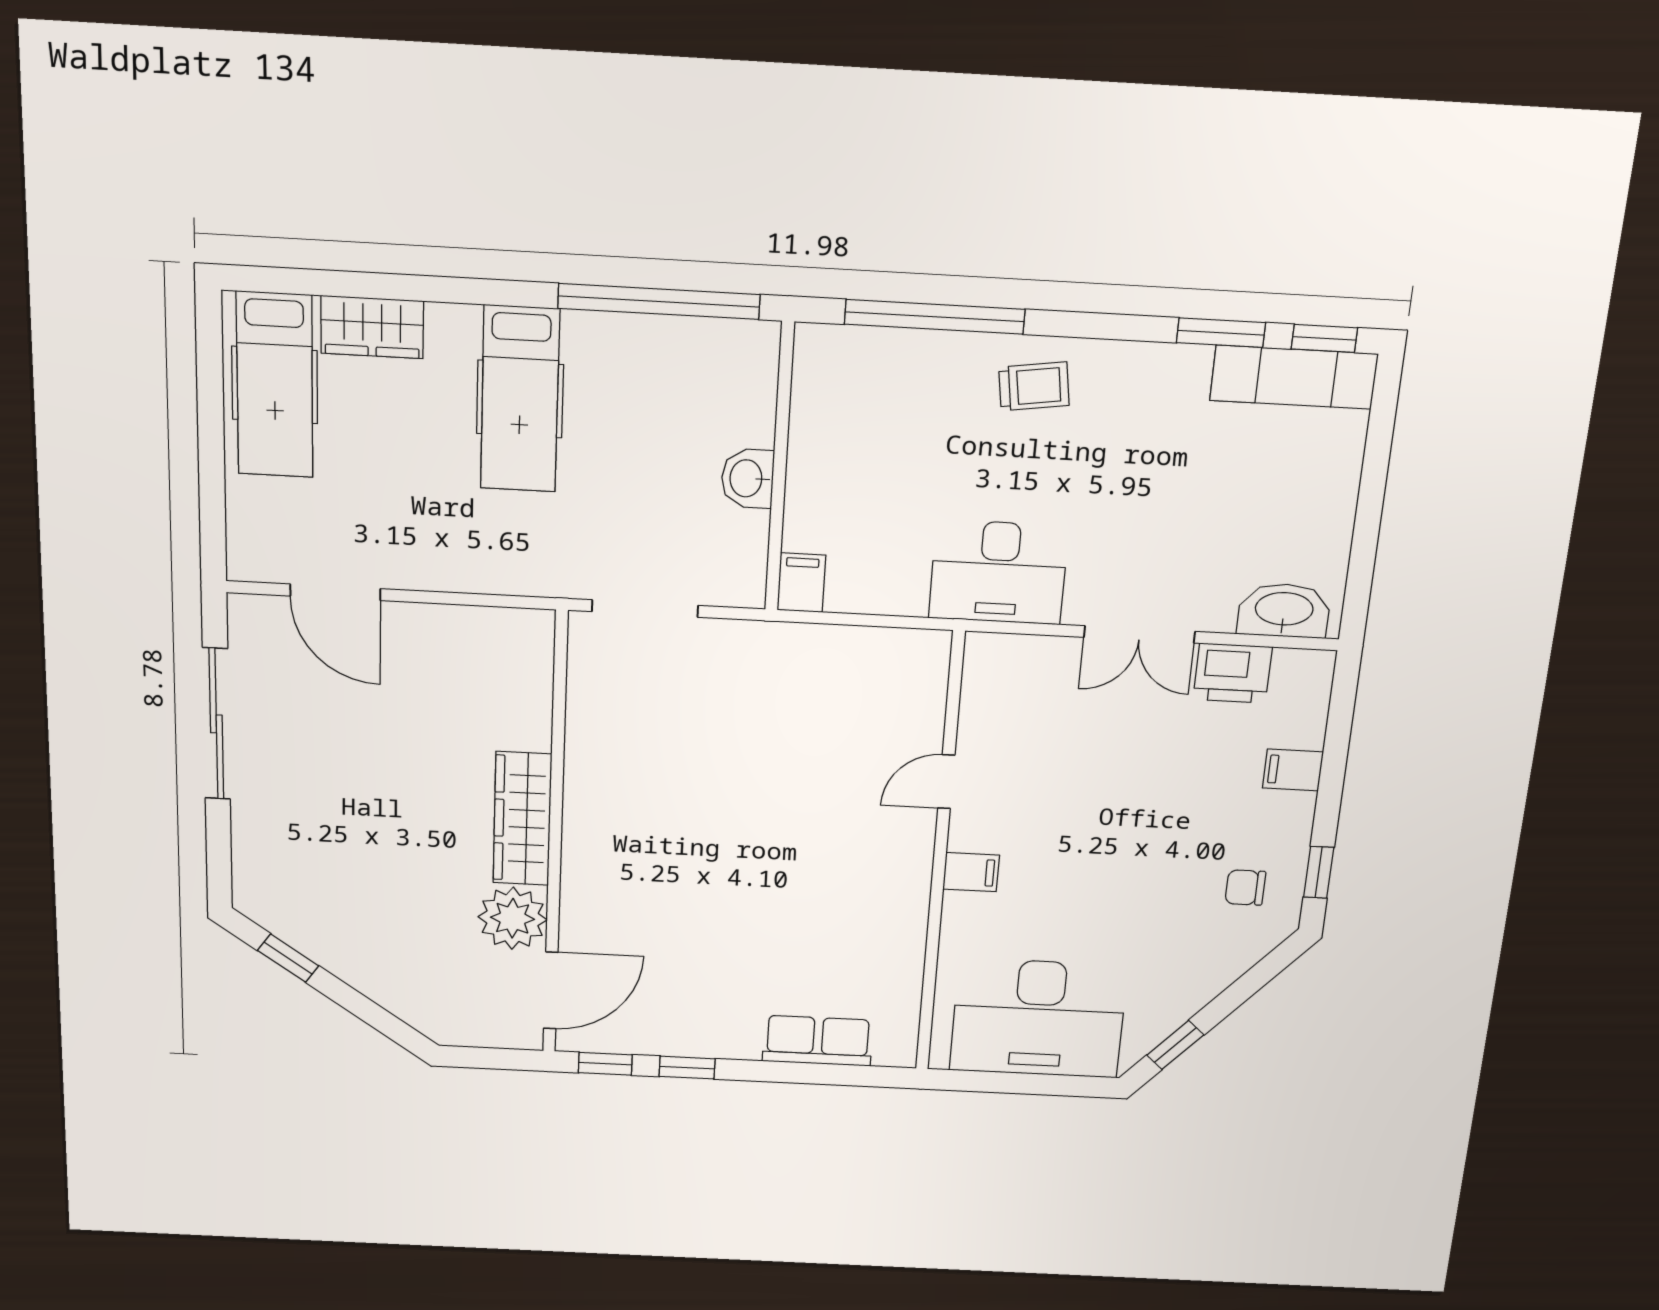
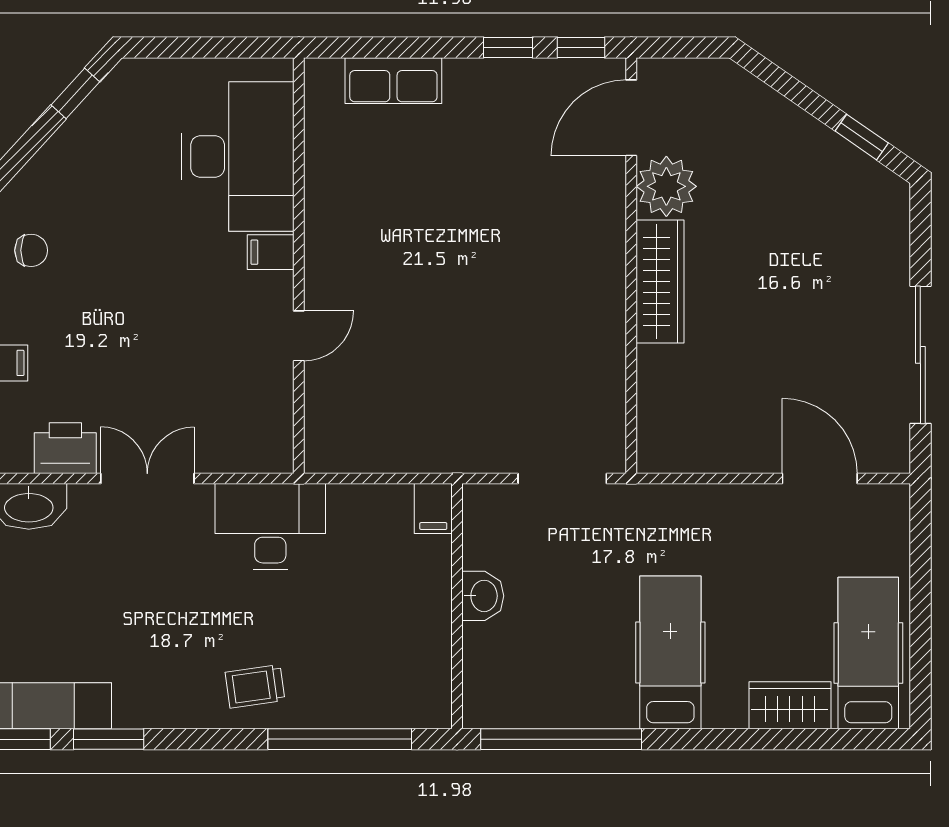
desk: (1038, 1018) -> (238, 157), moved, turned 90

